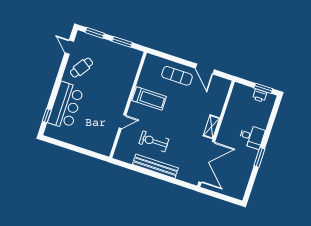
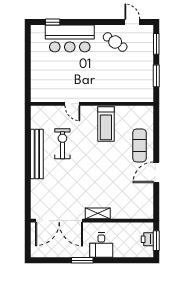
door: (69, 47) -> (132, 22), hinge flipped
shelving: (211, 127) -> (98, 213), moved
wall: (216, 134) -> (92, 221), moved
double door: (207, 162) -> (59, 221), moved

